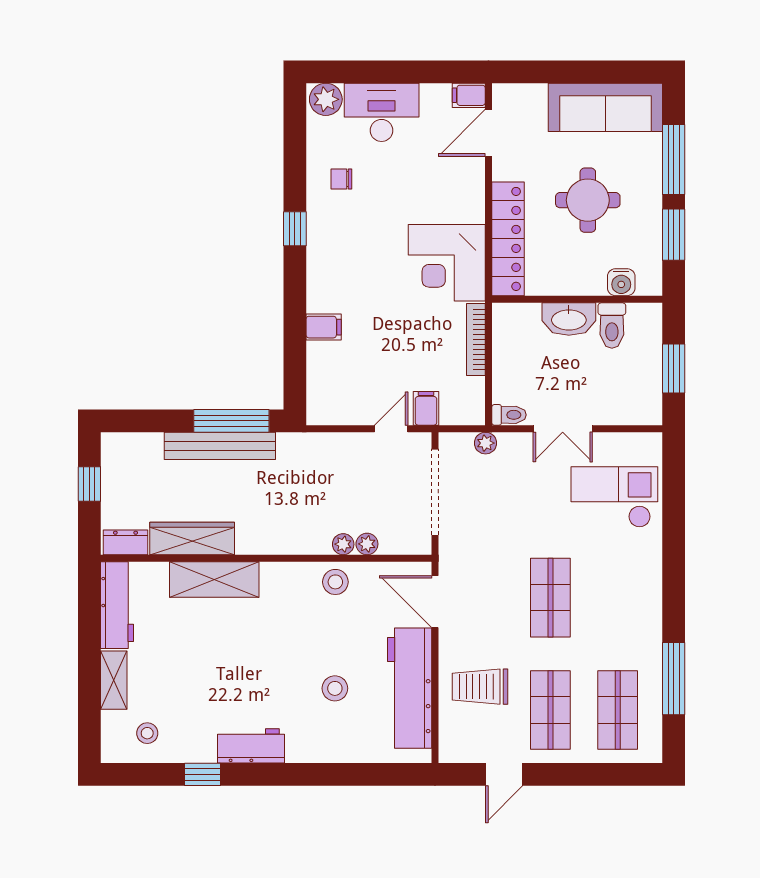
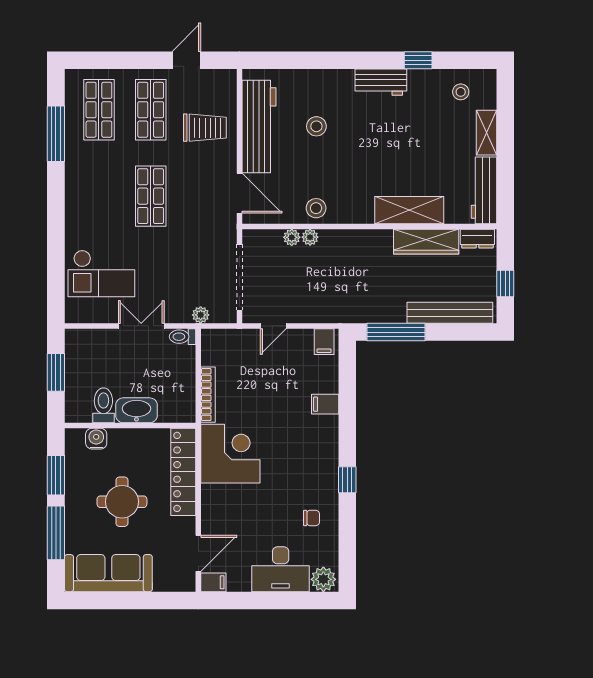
filing cabinet: (426, 408) -> (324, 342), moved
bench: (220, 446) -> (450, 313), moved

